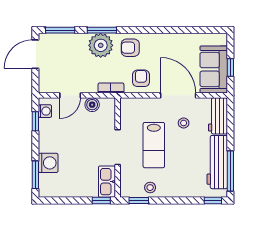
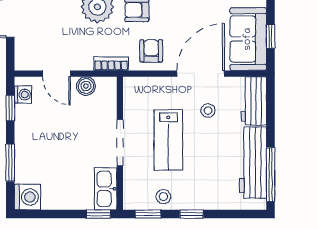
door: (70, 95) -> (56, 74), hinge flipped
door: (178, 95) -> (201, 74), hinge flipped
washing machine: (48, 163) -> (27, 197), moved
window: (35, 175) -> (10, 163), moved
window: (213, 201) -> (192, 214), moved

